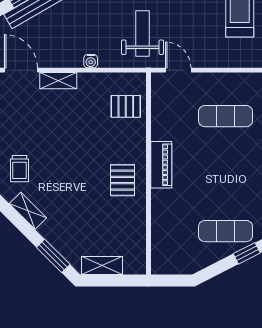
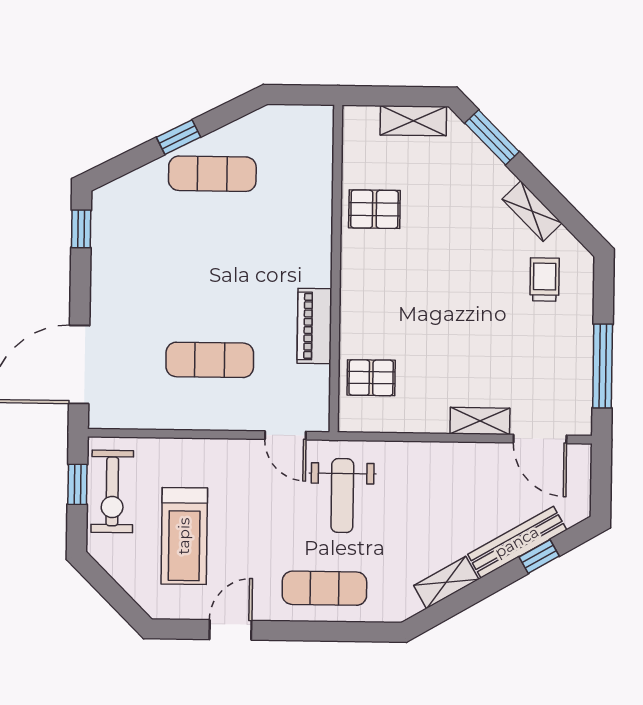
water cooler: (91, 61) -> (427, 452), removed
piano: (161, 165) -> (314, 326), moved
pallet: (122, 180) -> (374, 209), moved, turned 90

